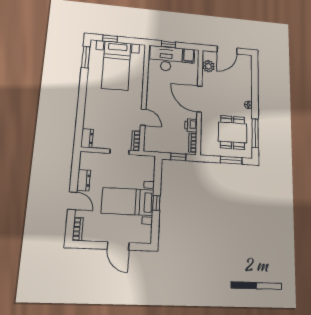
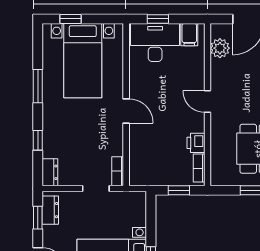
window: (86, 57) -> (38, 86), moved
door: (199, 99) -> (207, 102), width x0.53
window: (80, 115) -> (38, 140), added
door: (143, 117) -> (126, 111), moved
window: (75, 170) -> (38, 218), added
dresser: (84, 180) -> (50, 210), moved

